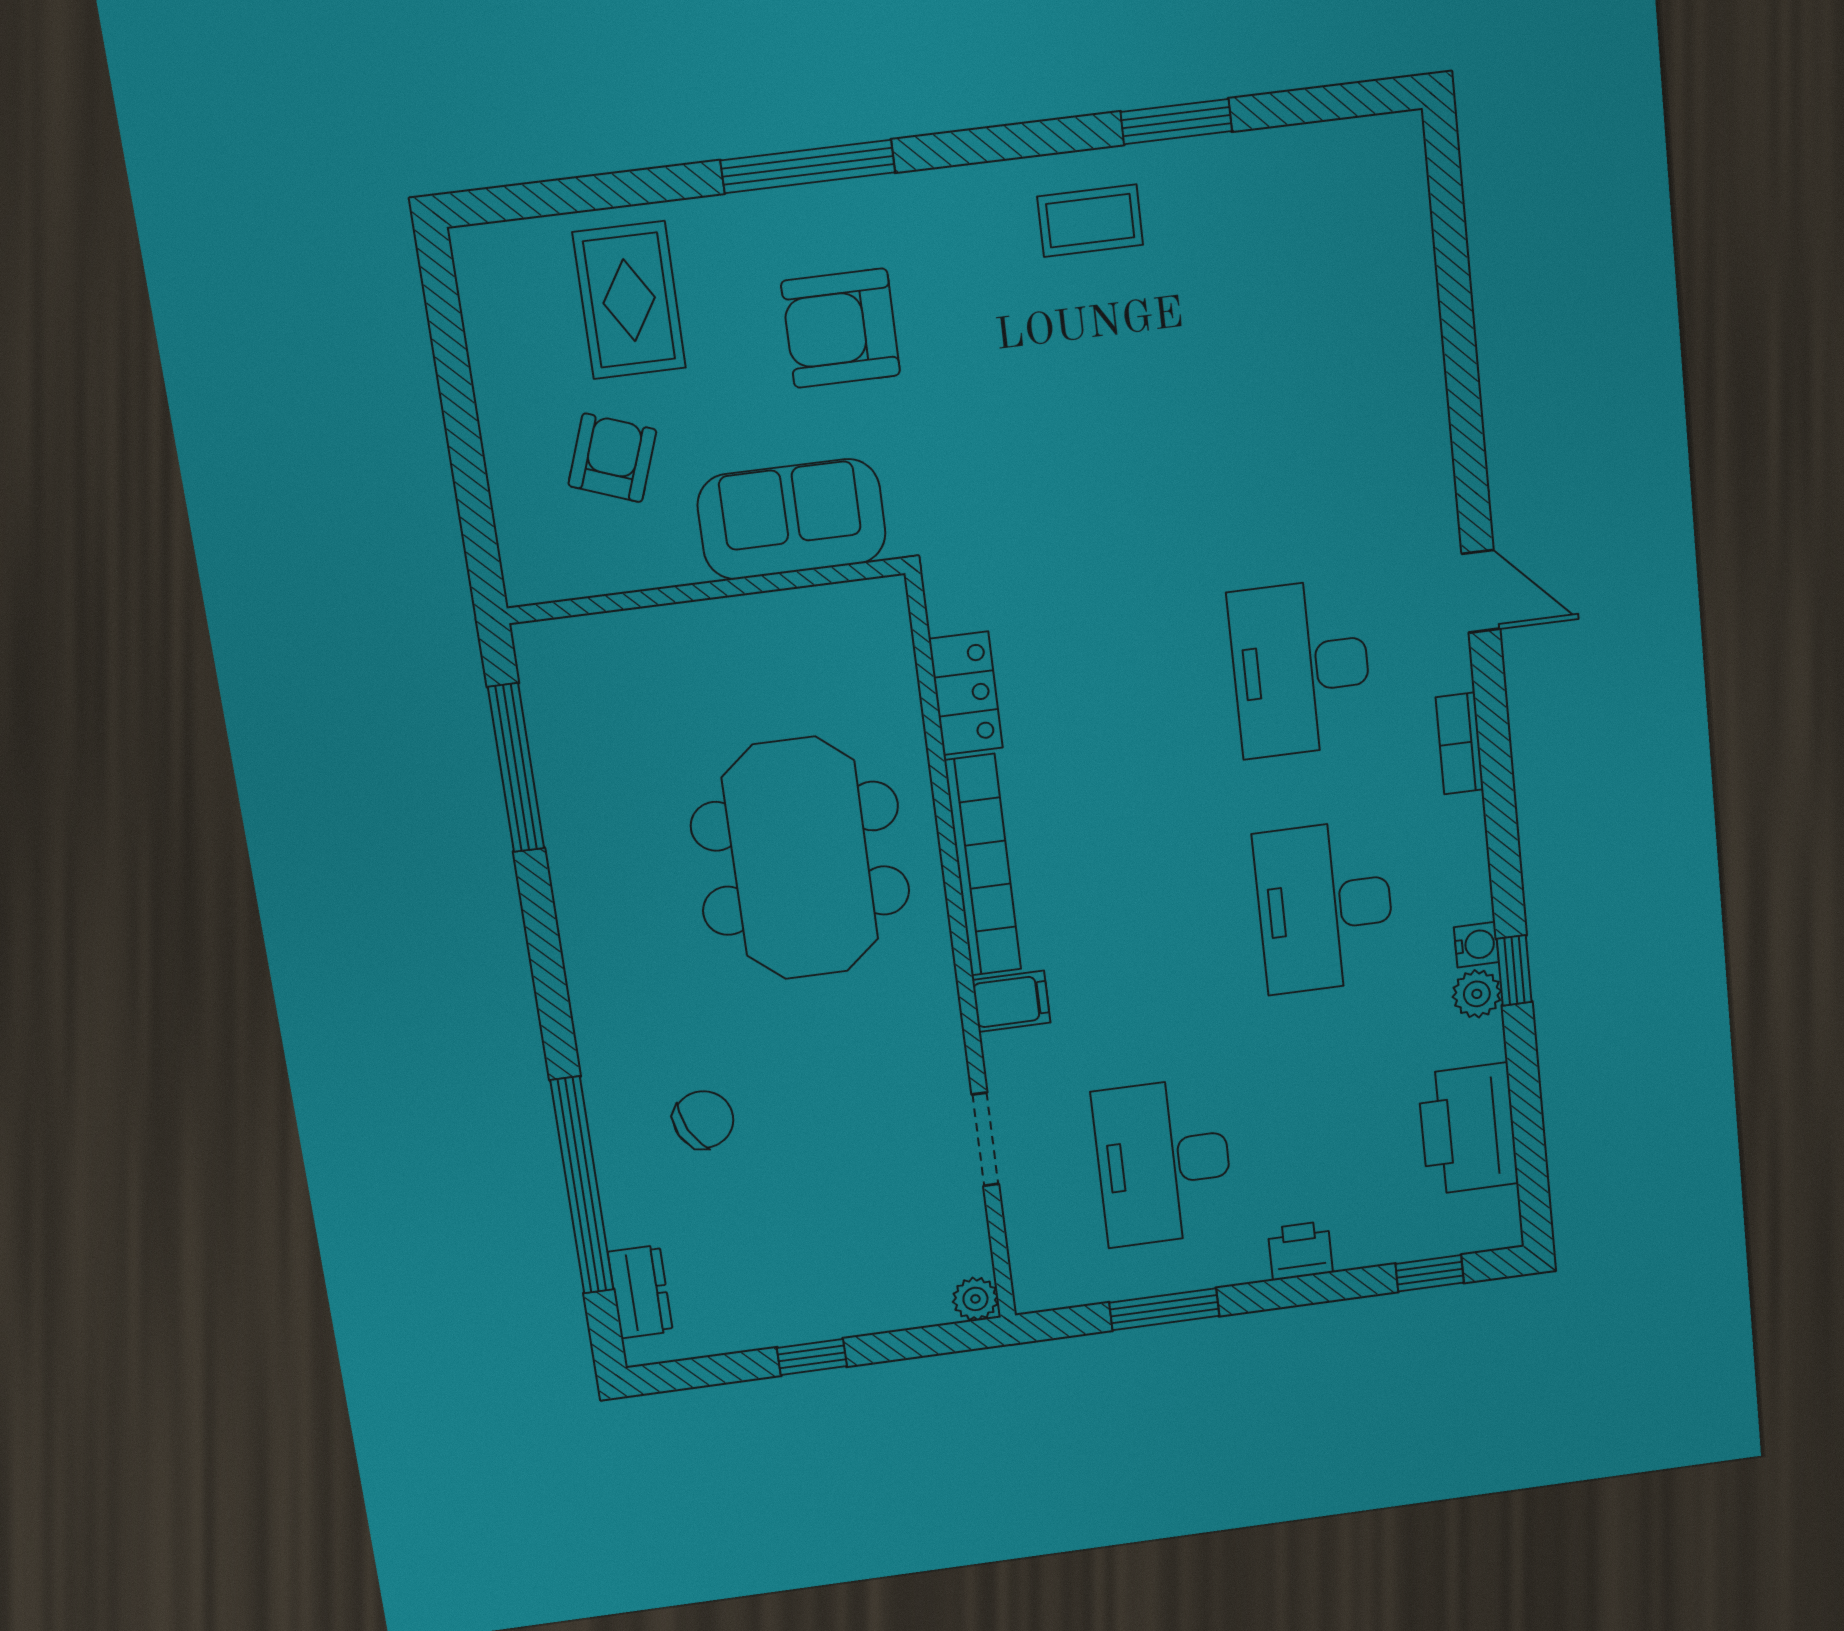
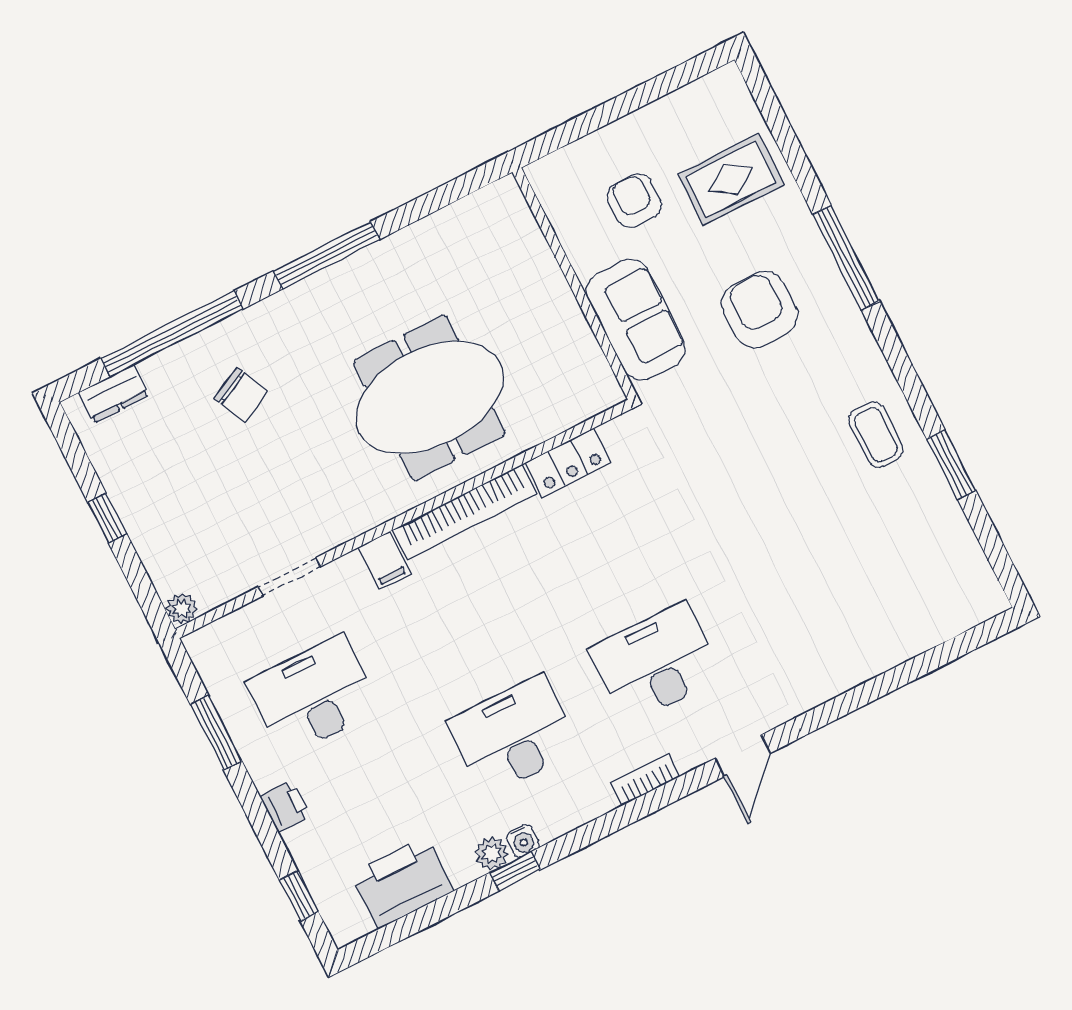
armchair: (612, 458) -> (634, 201), turned -110
window: (516, 768) -> (327, 255), moved

